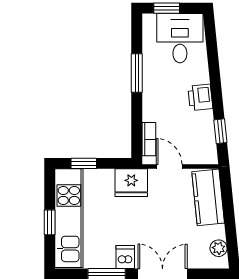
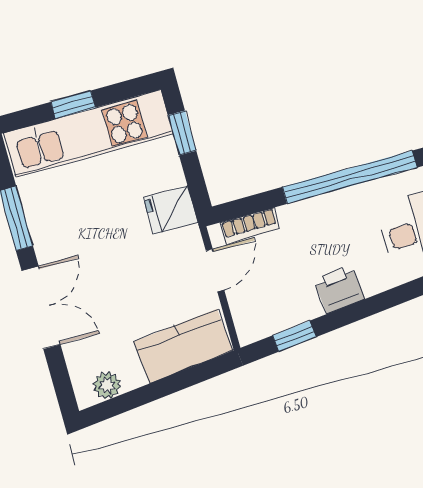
window: (137, 73) -> (350, 177), width x2.11
fridge: (131, 183) -> (171, 210), width x0.72
dishwasher: (125, 257) -> (52, 241), removed

